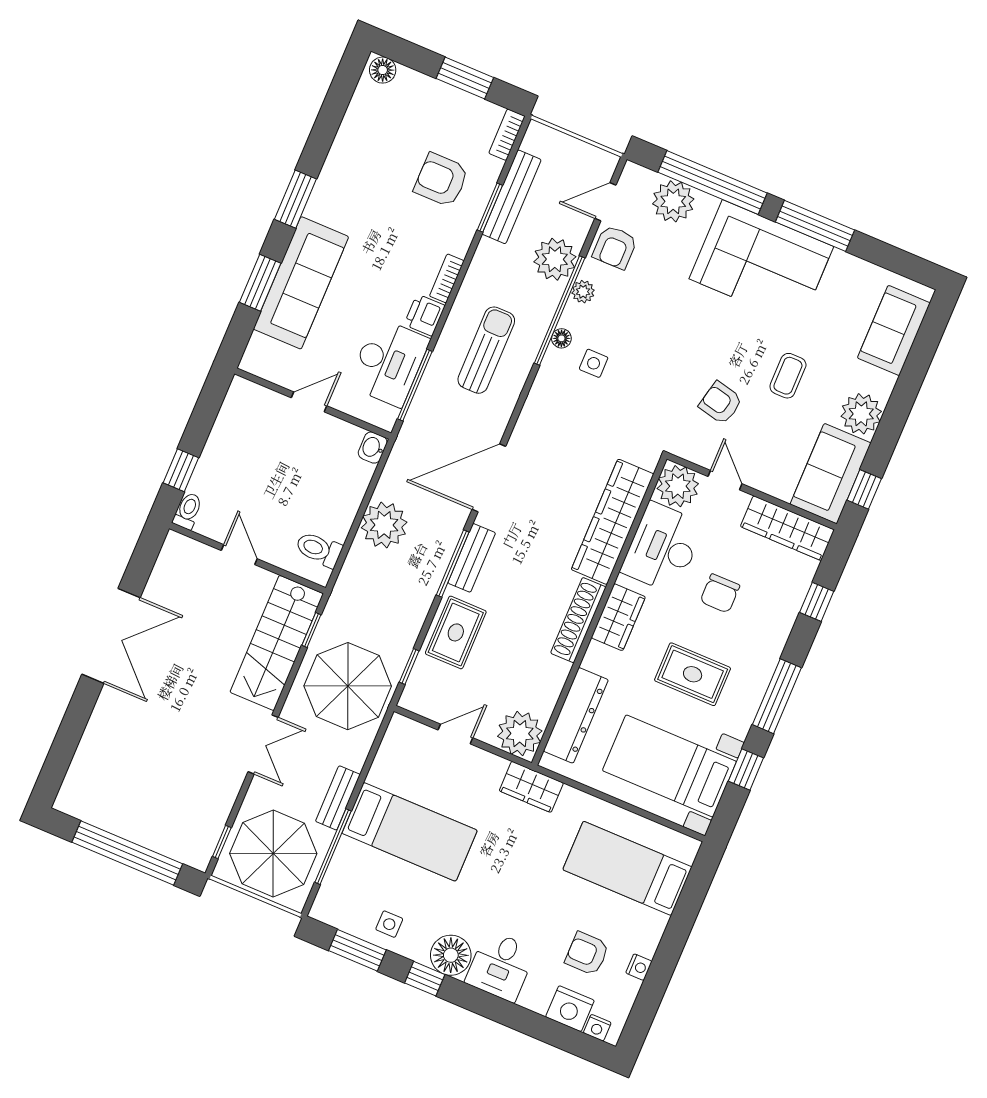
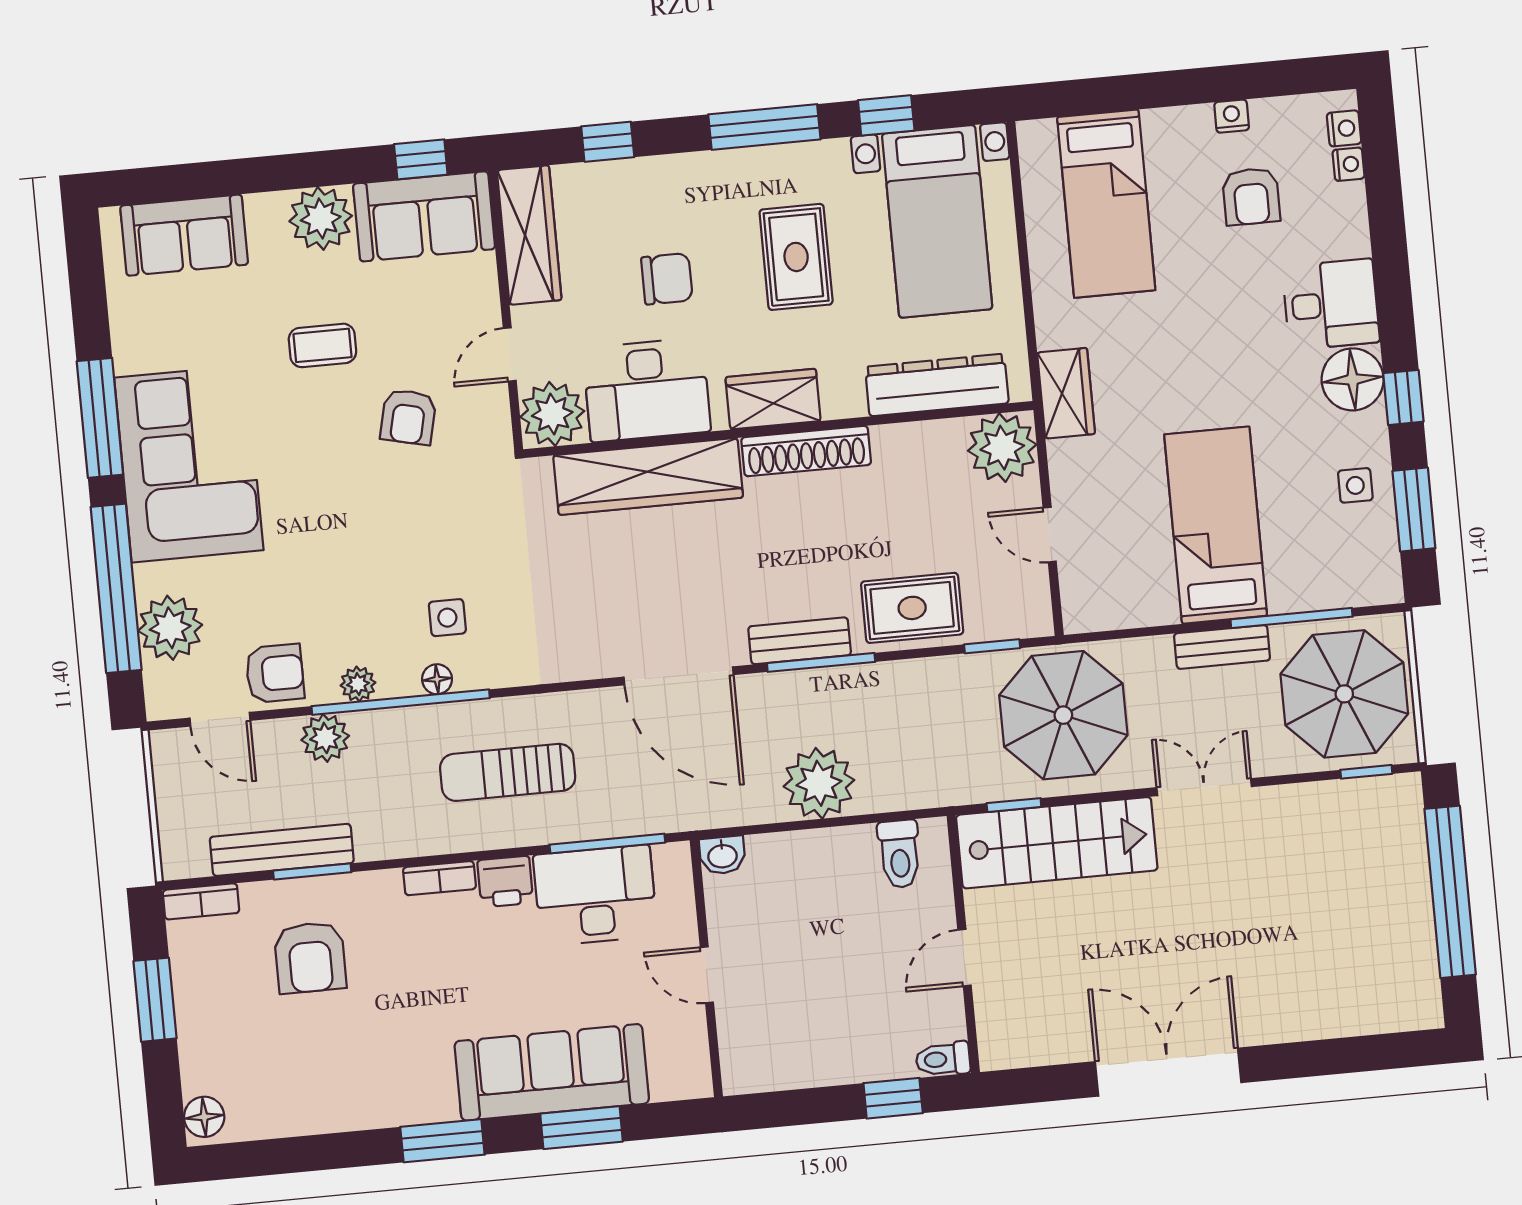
plant: (555, 259) -> (325, 738), width x0.73, depth x0.73
nightstand: (570, 1009) -> (1349, 164), width x0.53, depth x0.56

